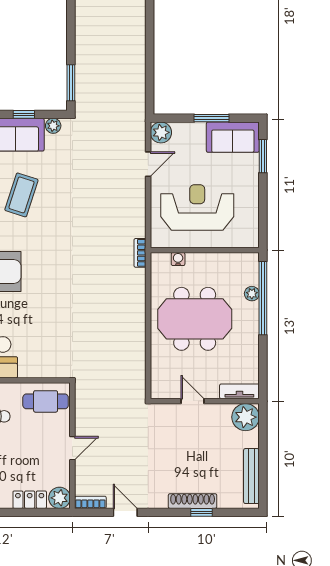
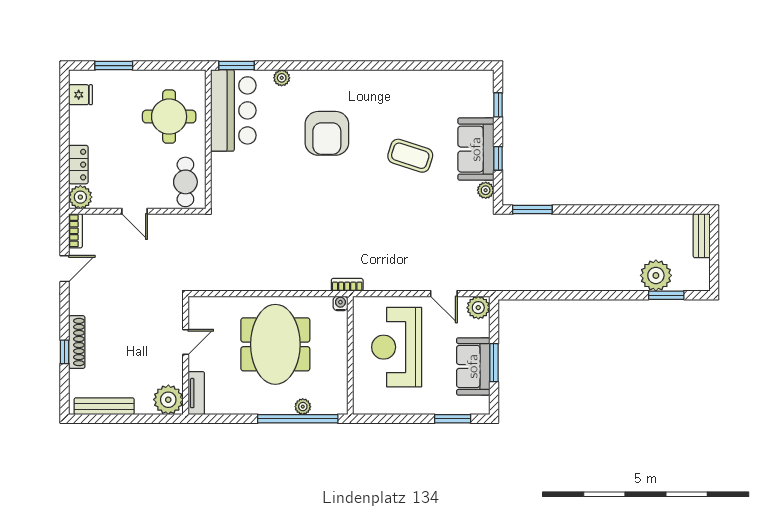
sofa: (233, 137) -> (473, 366), moved
reception desk: (197, 207) -> (397, 347), turned 180
water cooler: (178, 259) -> (340, 303), moved, turned -90

